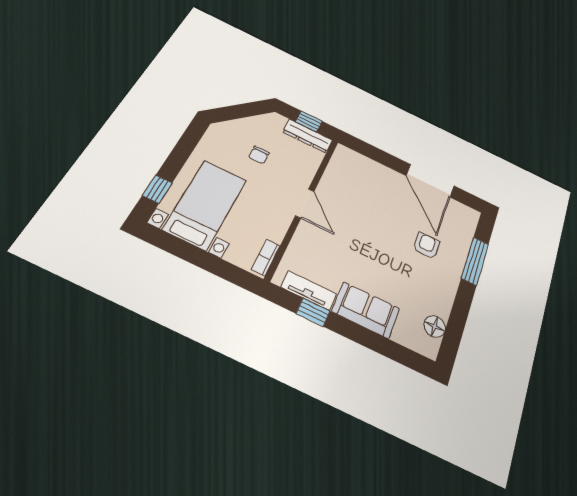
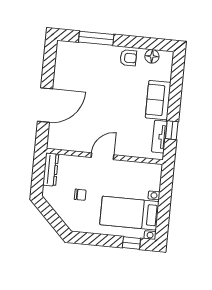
window: (309, 121) -> (39, 172), removed
door: (430, 181) -> (45, 105), moved
armchair: (426, 246) -> (128, 58), moved, turned 180
bookcase: (266, 258) -> (149, 167), removed

